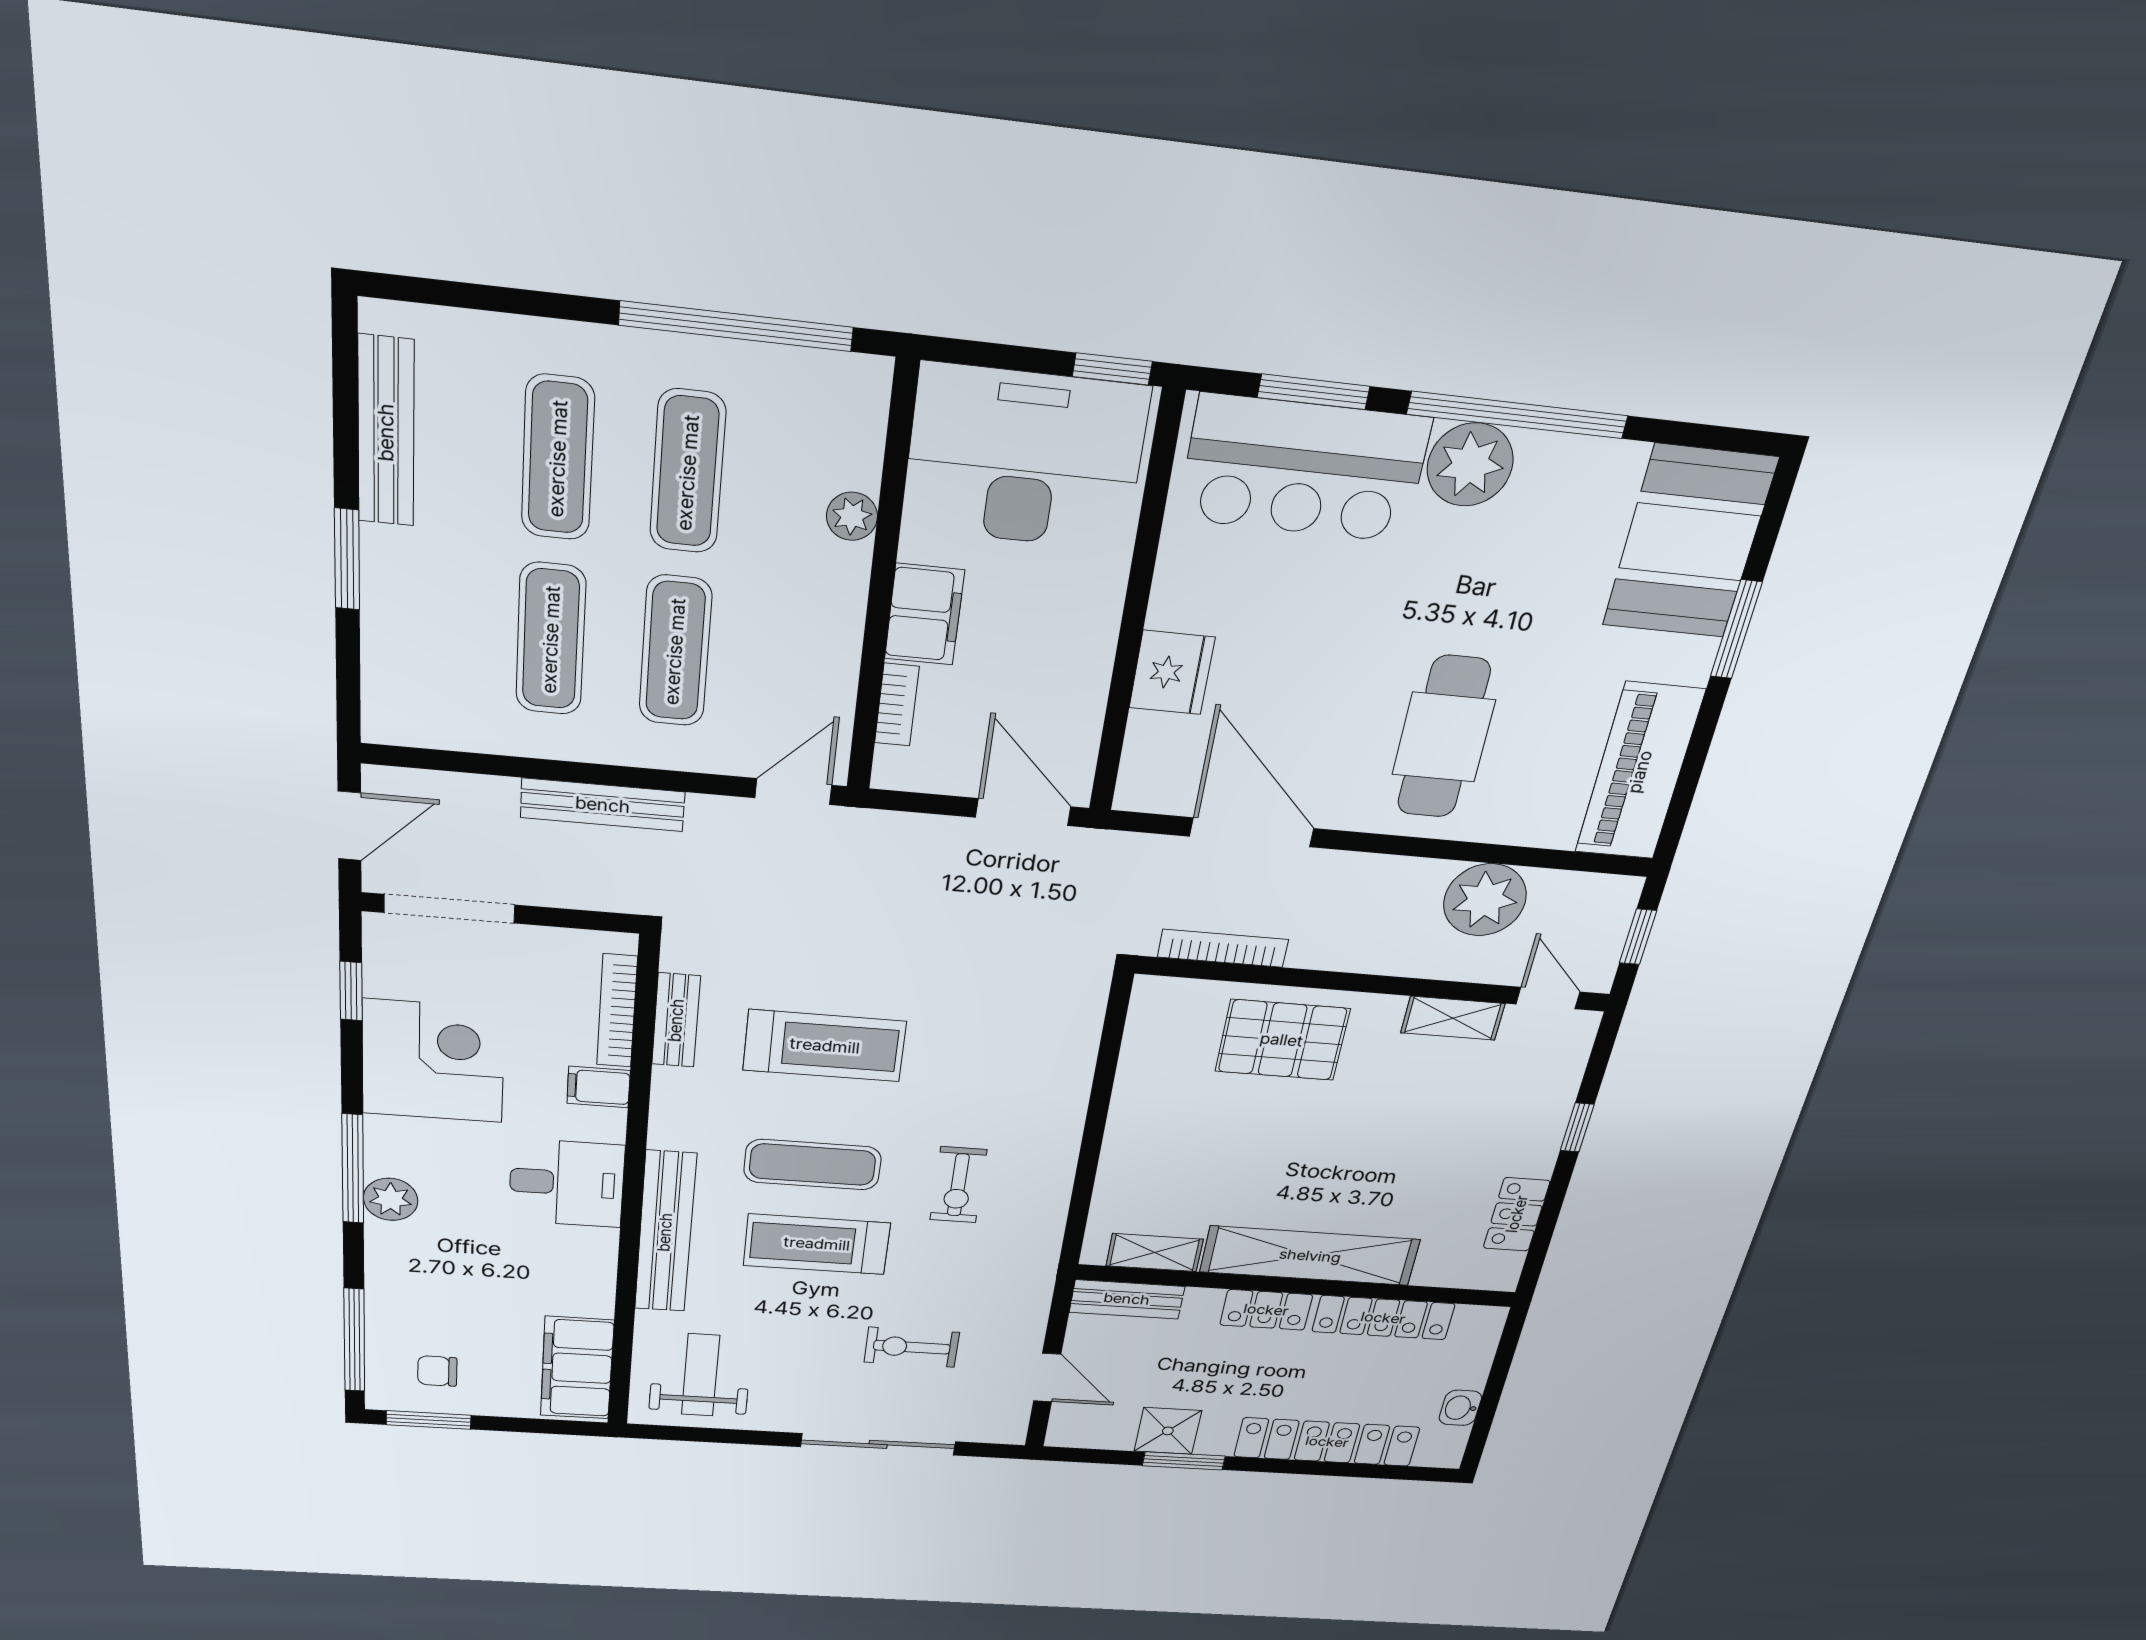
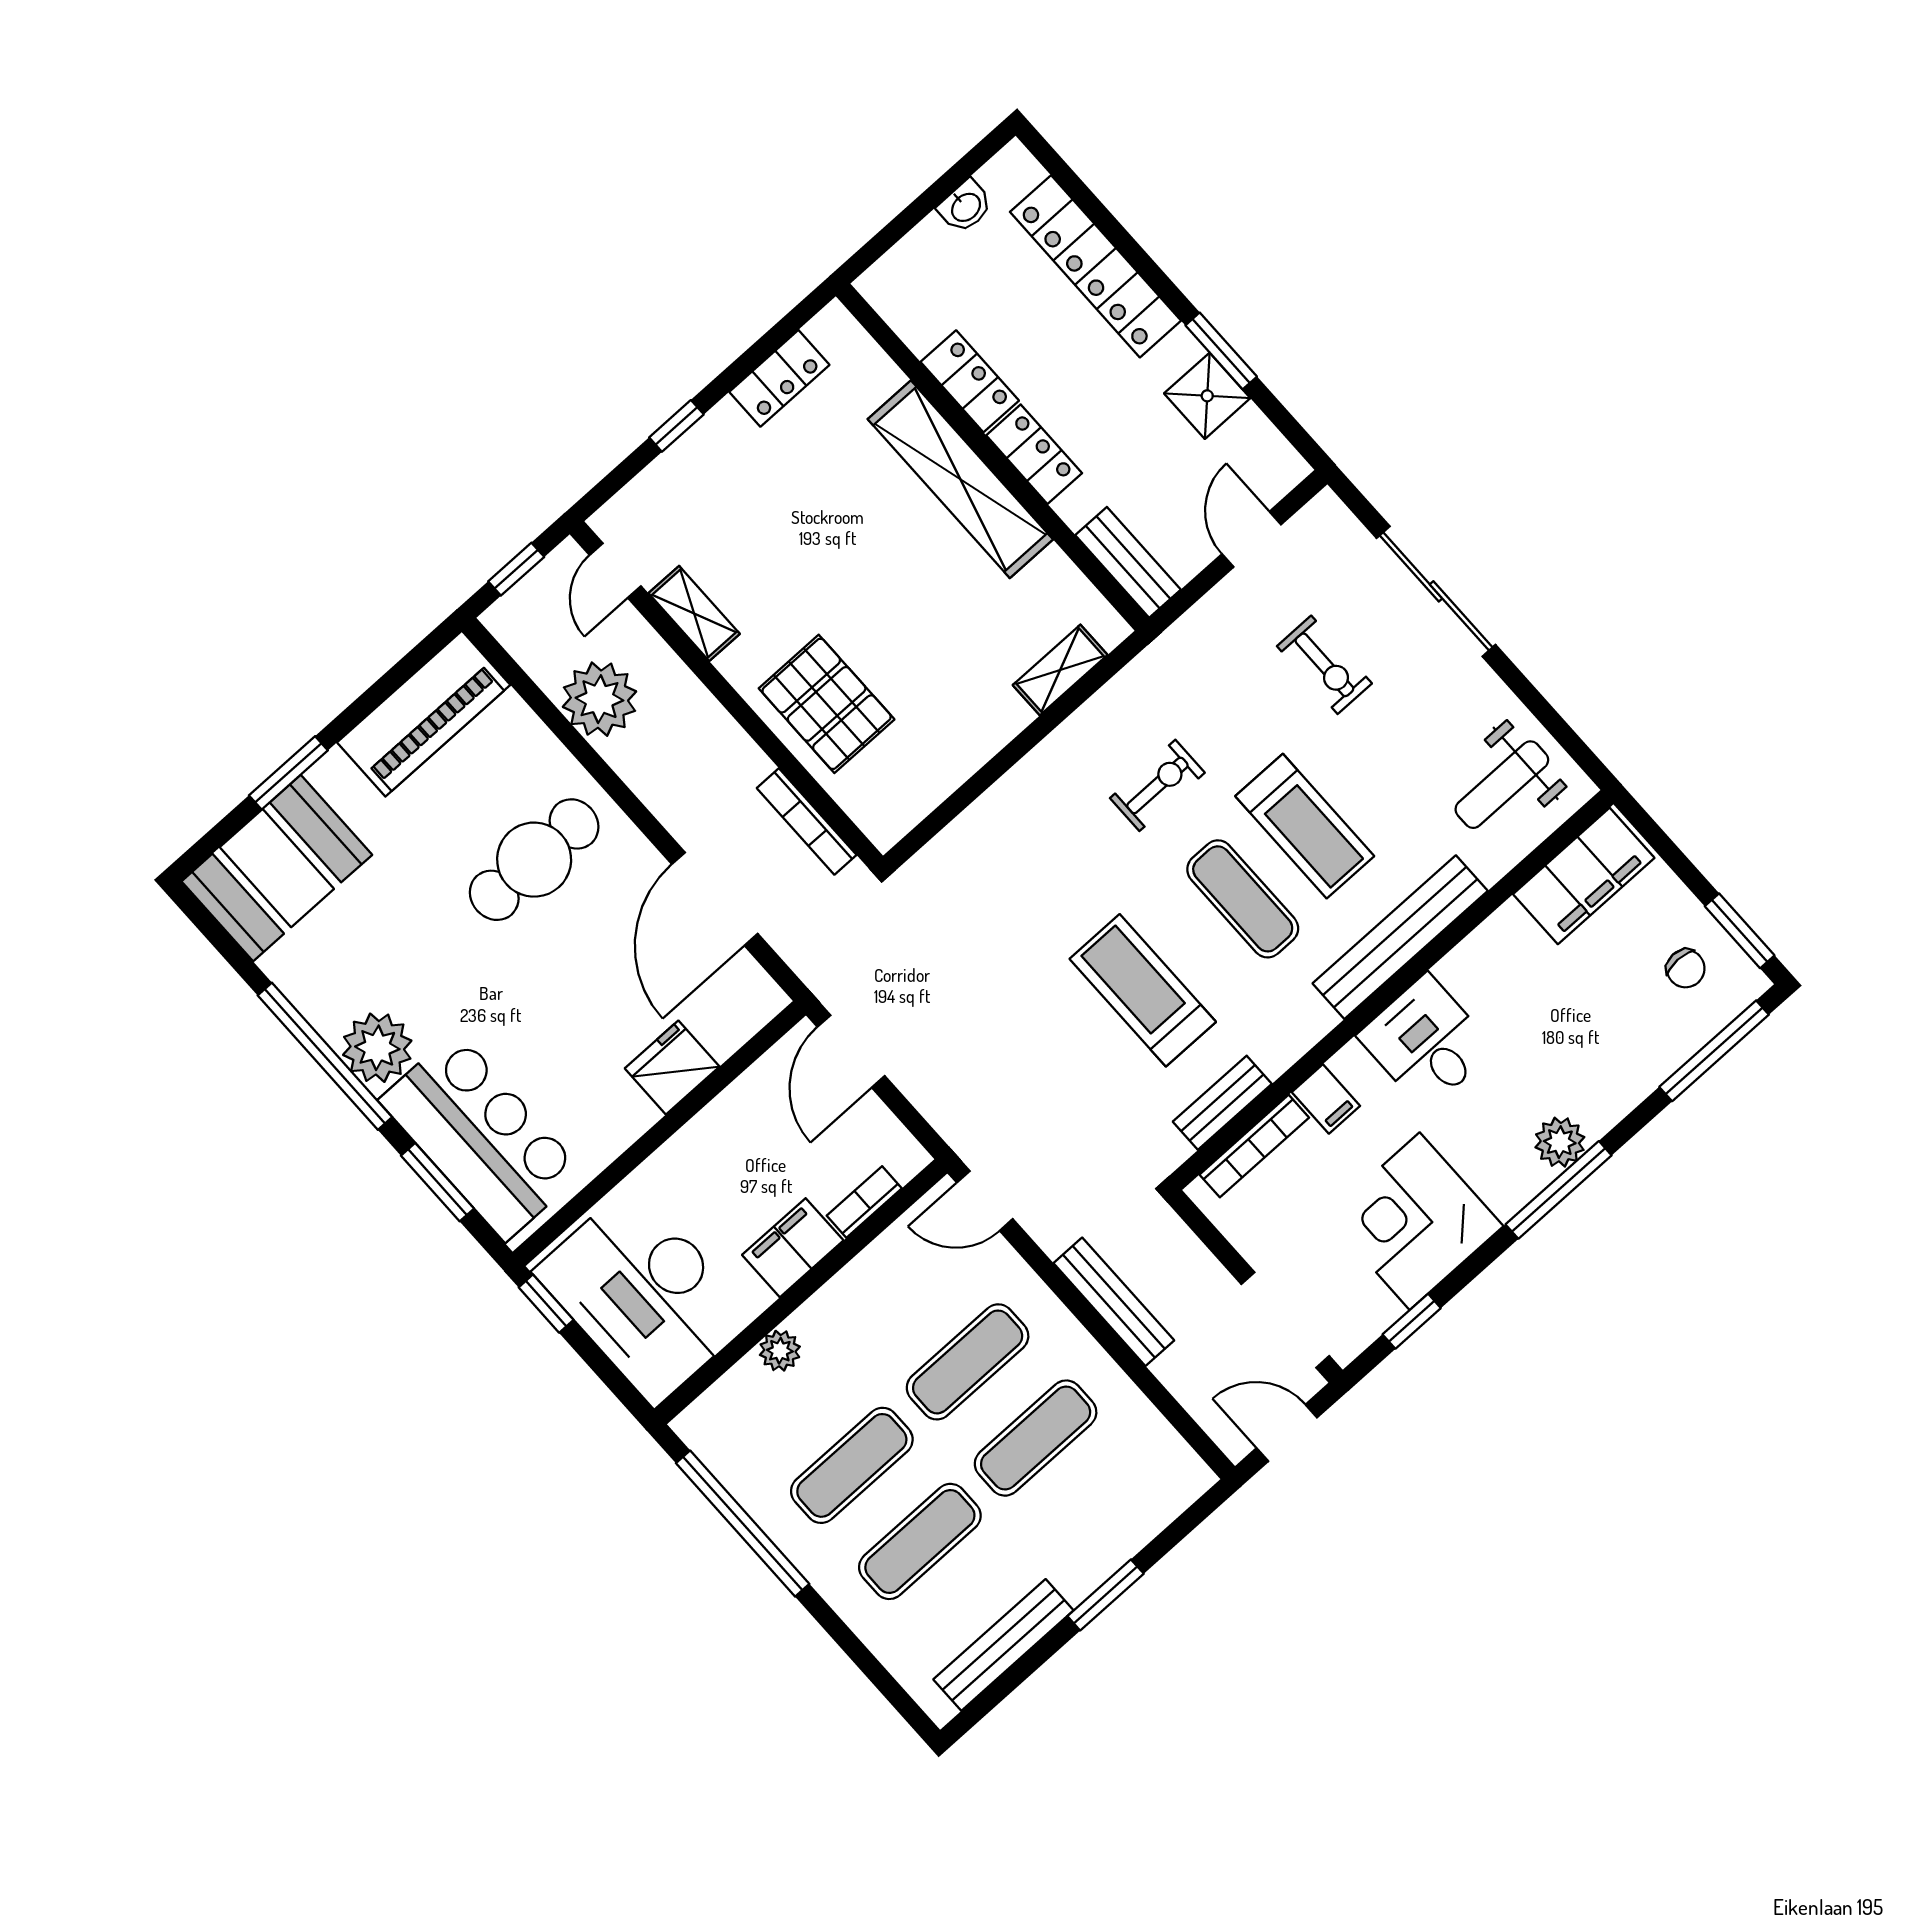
shelving: (1155, 1253) -> (1060, 670), moved, turned 90
locker: (1383, 1318) -> (970, 381), width x0.66

